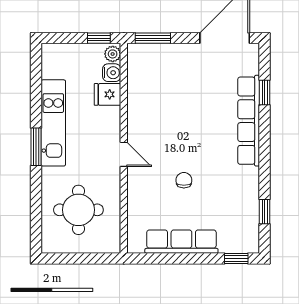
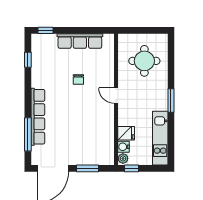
window: (153, 38) -> (87, 168), moved
window: (265, 93) -> (28, 134), width x2.17
kitchen unit: (53, 123) -> (160, 138), moved

